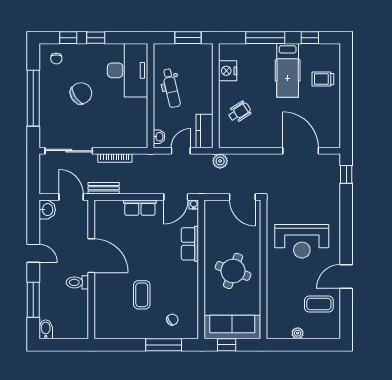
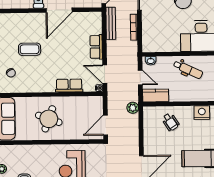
dental chair: (171, 88) -> (188, 70), turned -142
bench: (104, 188) -> (111, 23), width x1.36

